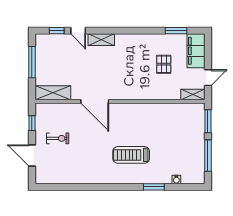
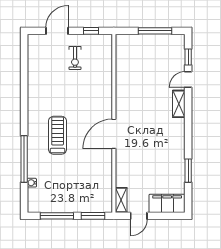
window: (176, 31) -> (188, 171), moved
pallet: (164, 64) -> (153, 169), removed
door: (208, 78) -> (139, 216), hinge flipped
shelving: (53, 93) -> (123, 53), removed
door: (95, 101) -> (114, 134), moved
window: (154, 187) -> (24, 159), width x2.11

